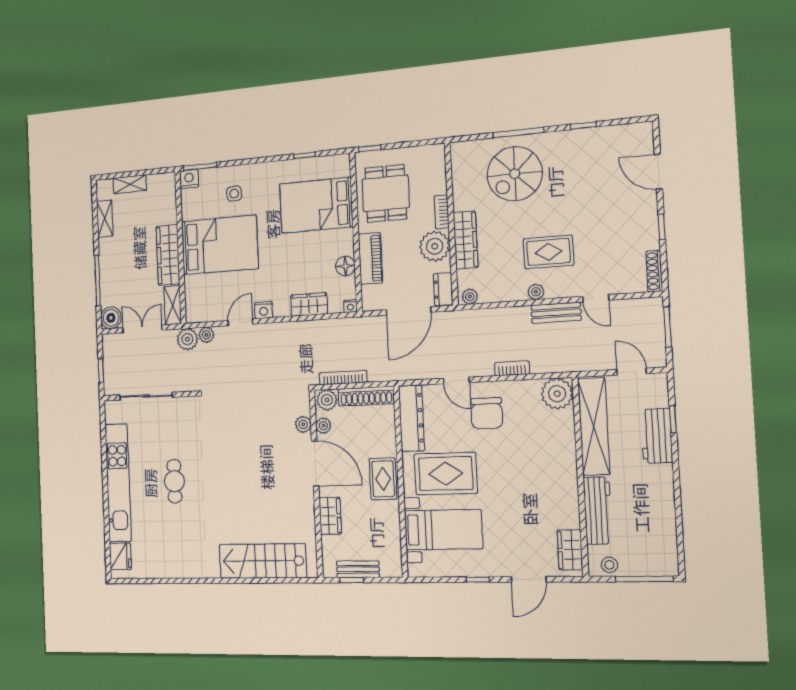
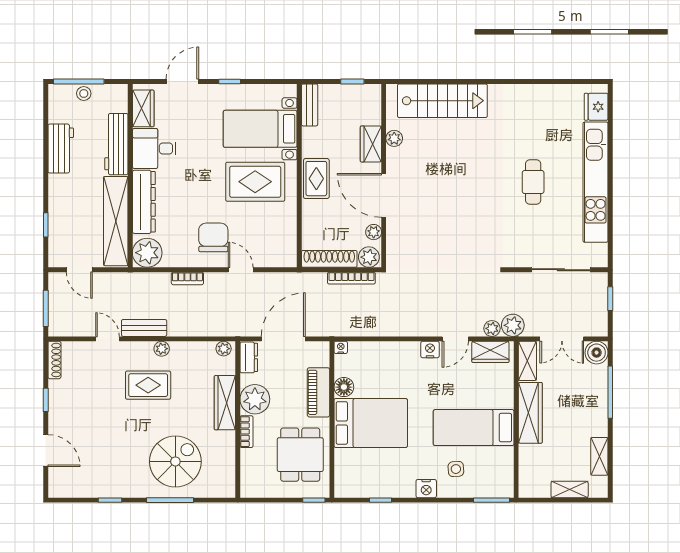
nightstand: (189, 179) -> (426, 489), moved
bed: (316, 205) -> (371, 423), moved
bed: (220, 245) -> (474, 428), width x0.67
wardrobe: (309, 305) -> (490, 352), moved
dresser: (411, 418) -> (144, 202), moved, turned 180
plant: (303, 424) -> (394, 138), moved
workbench: (657, 436) -> (61, 149), moved
desk: (555, 506) -> (154, 149), added
stool: (609, 565) -> (84, 93), moved
bench: (358, 569) -> (310, 105), moved, turned 90

